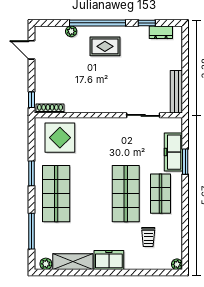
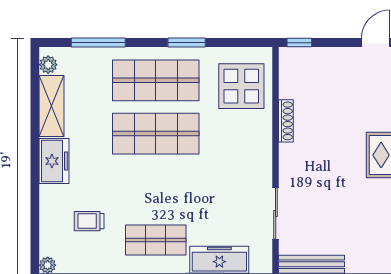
shoe rack: (50, 109) -> (286, 121), moved
shop shelf: (126, 194) -> (156, 134), moved

